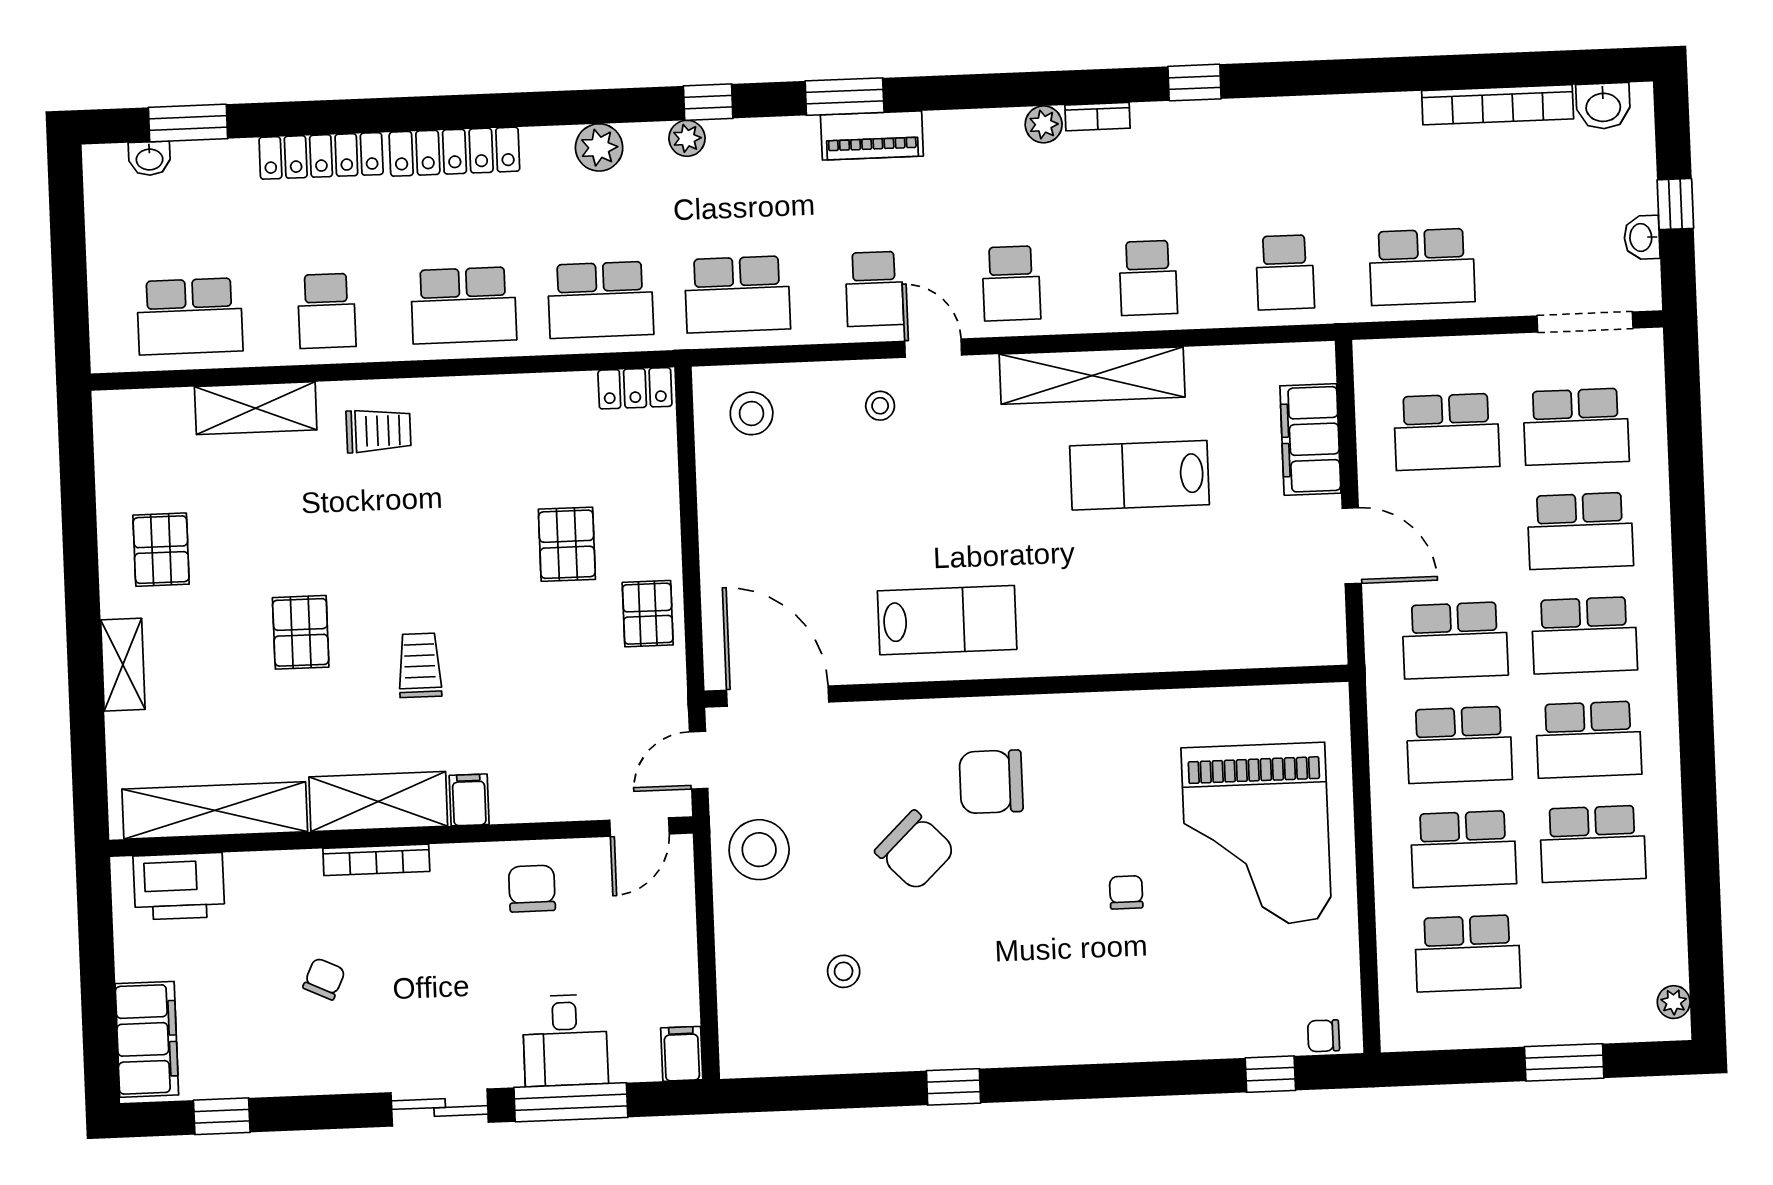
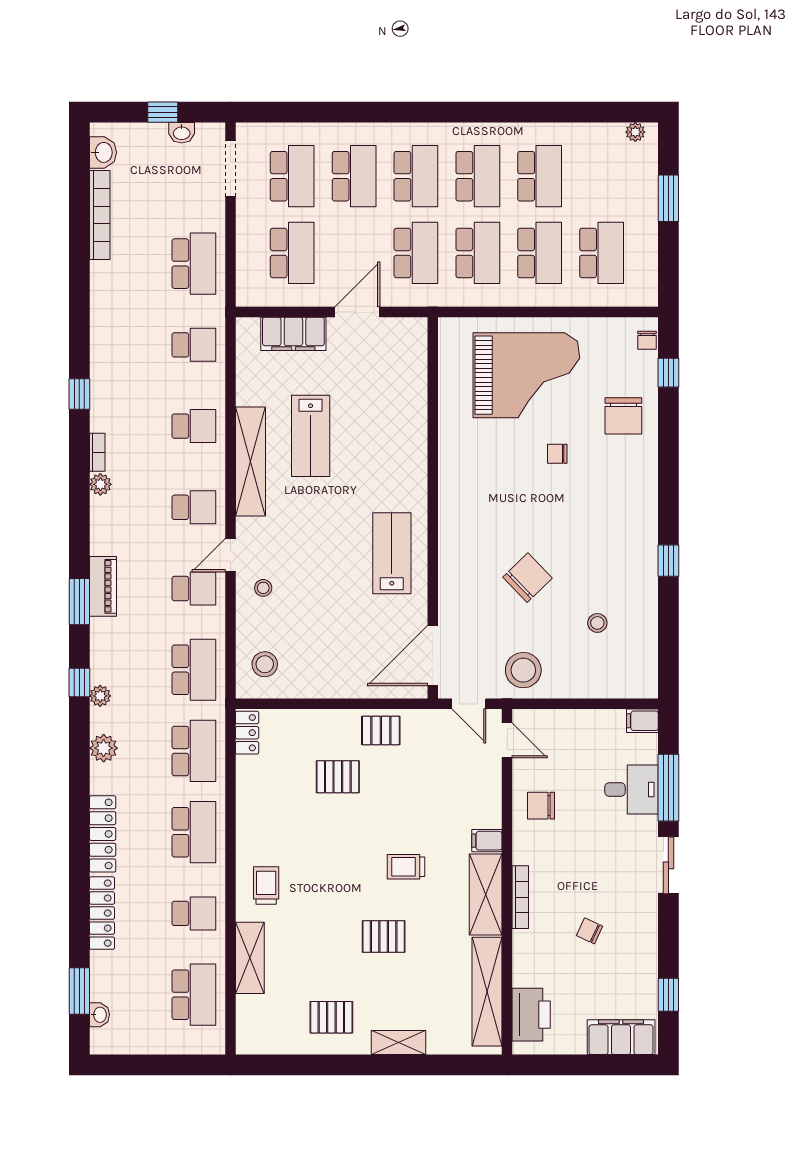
chair: (991, 782) -> (623, 416), moved

